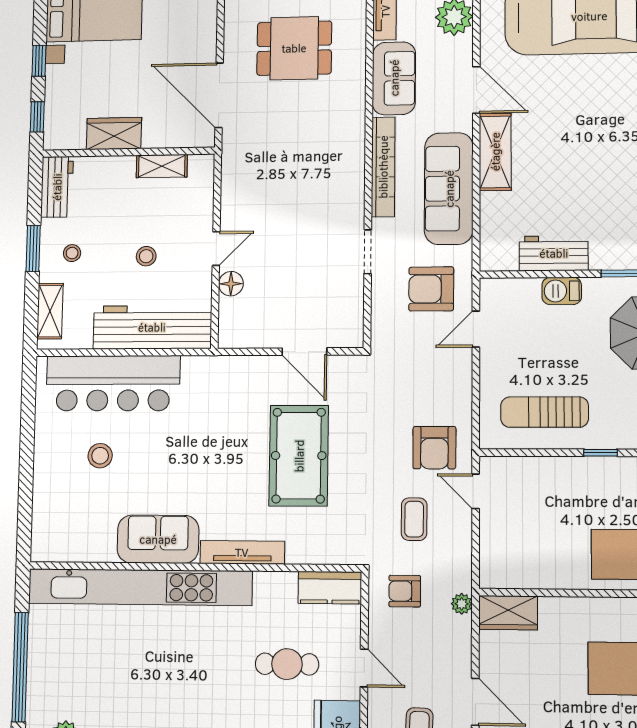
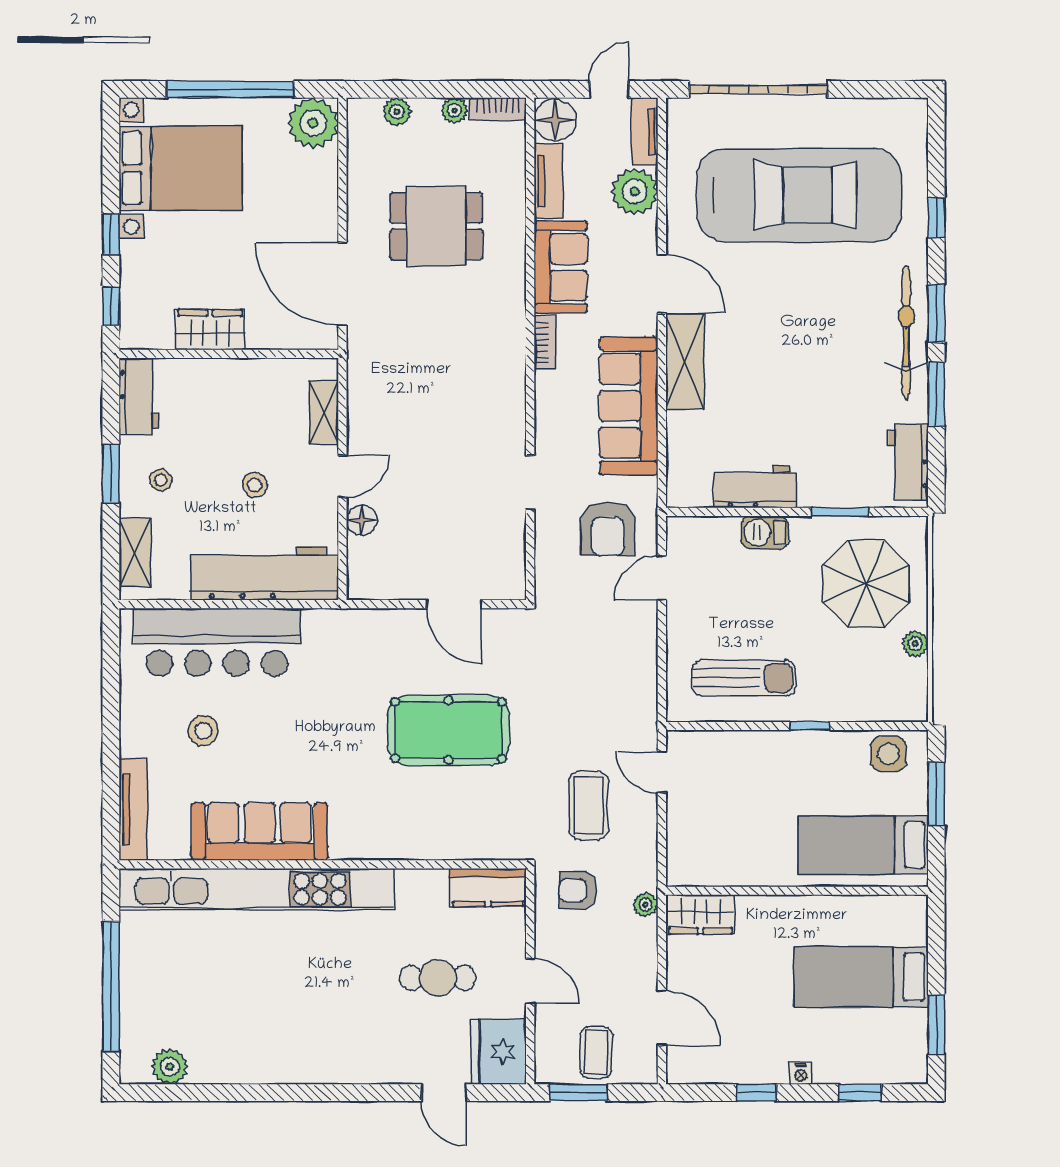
shelving: (162, 166) -> (324, 412), moved, turned 90
bookcase: (383, 167) -> (545, 342), width x0.43, depth x0.76
armchair: (431, 289) -> (608, 529), turned -90
sun lounger: (544, 412) -> (744, 678), turned 180
armchair: (434, 448) -> (613, 720), removed
pool table: (299, 456) -> (448, 730), turned 90
coffee table: (414, 519) -> (589, 806), width x1.36, depth x1.30
sofa: (158, 539) -> (260, 831), width x1.36
tv unit: (242, 552) -> (133, 809), moved, turned 90

